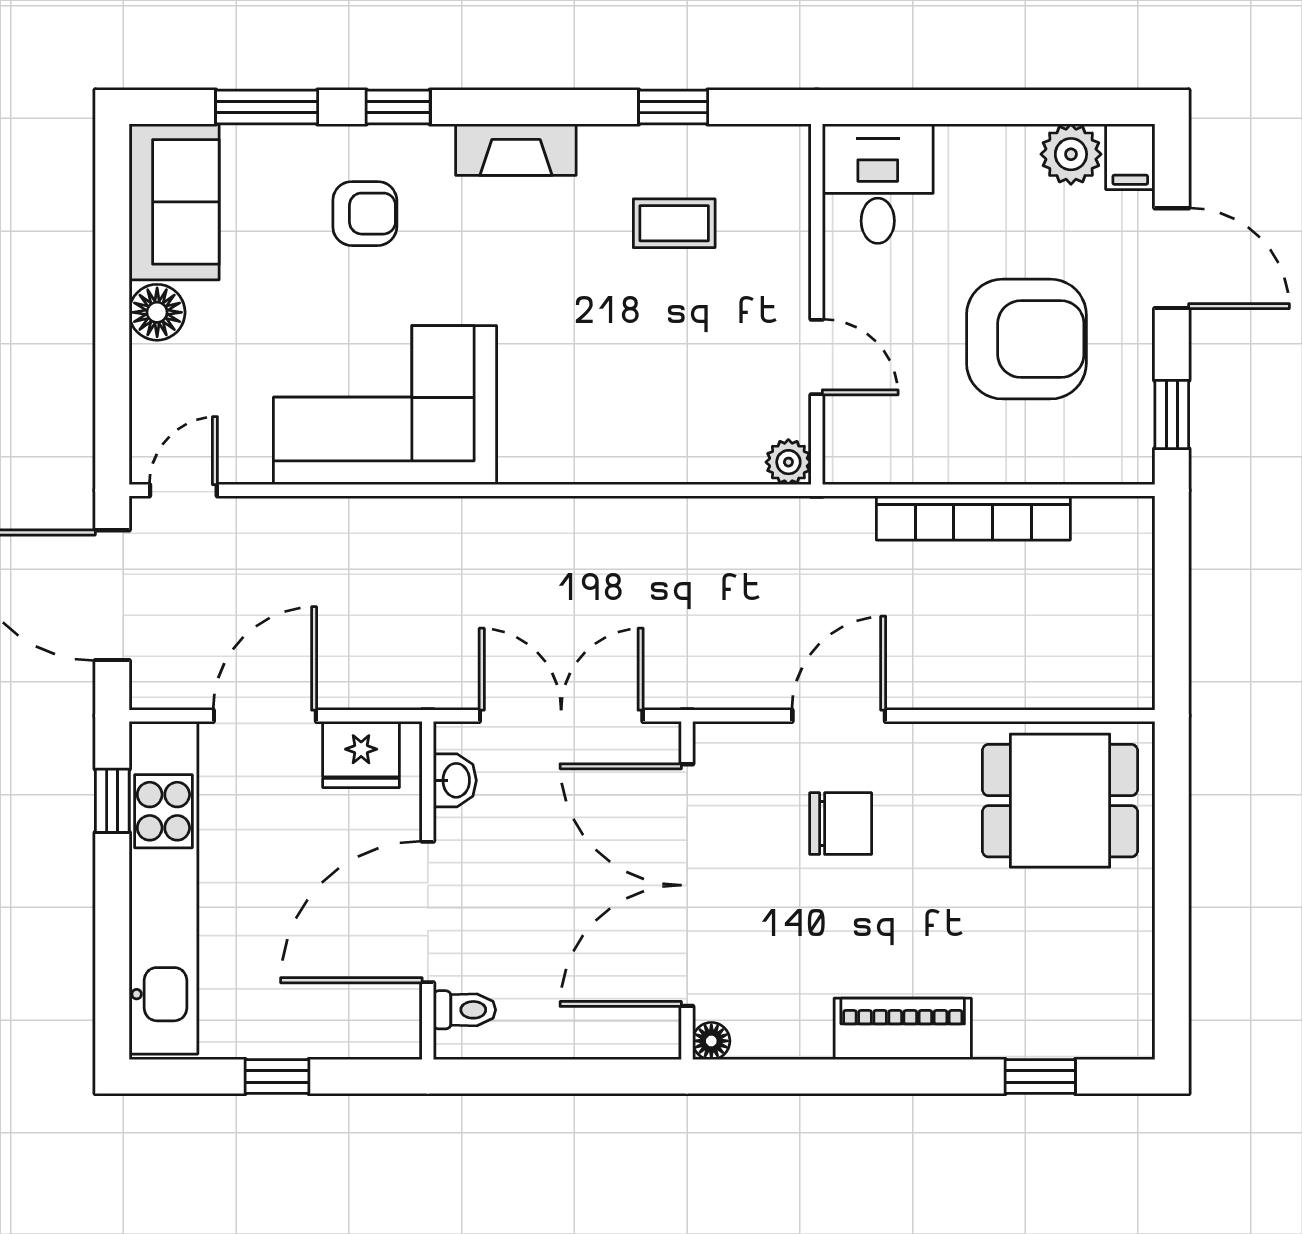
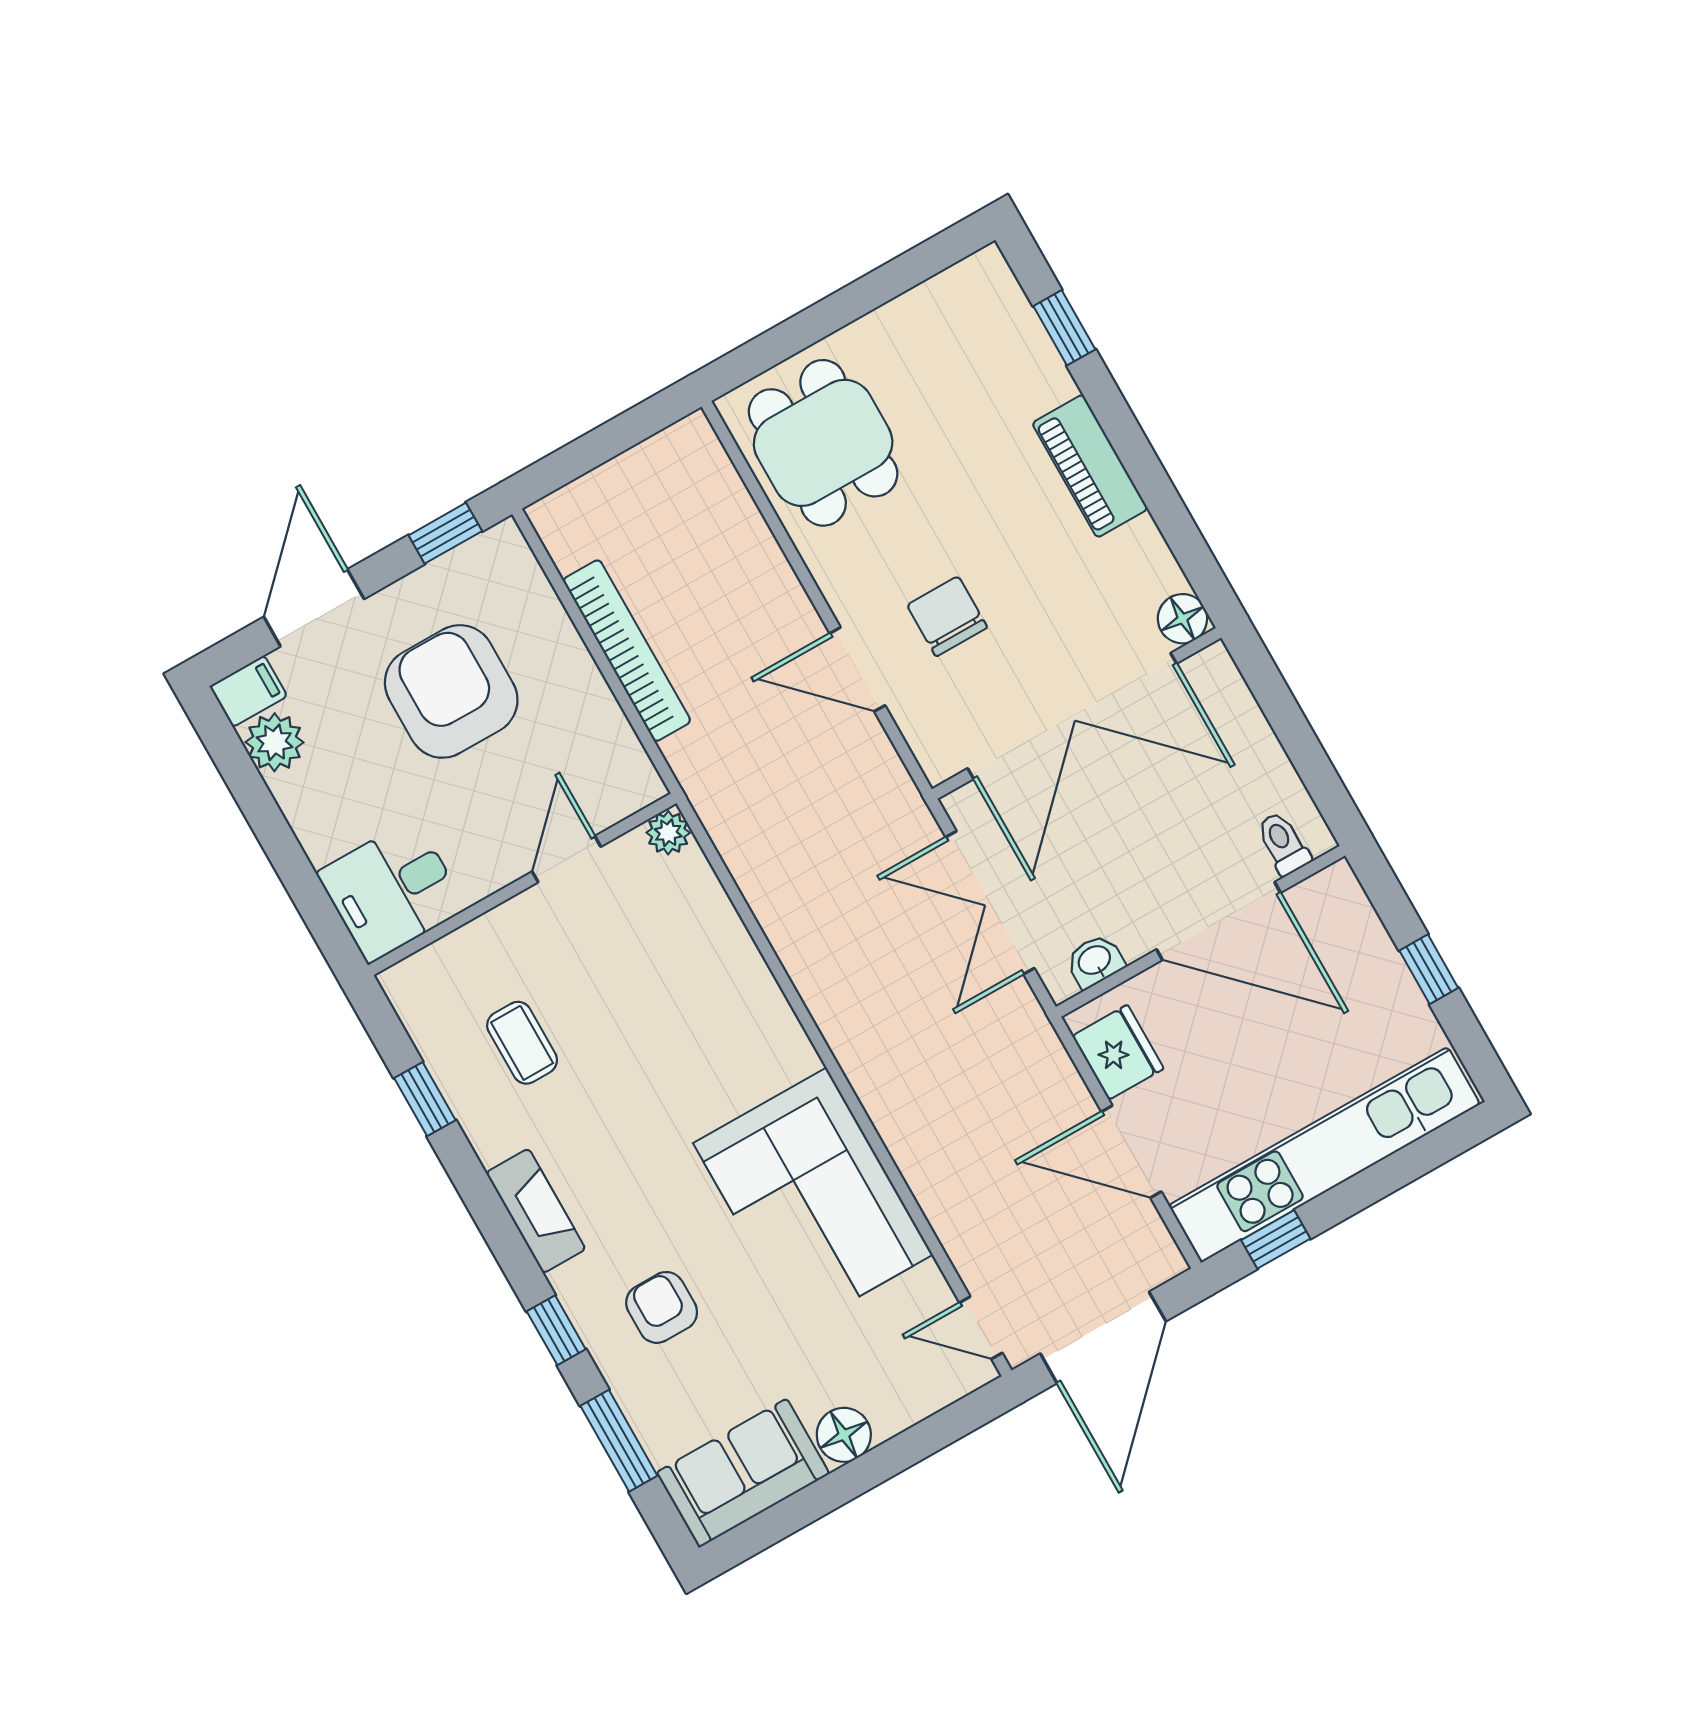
floor lamp: (711, 1041) -> (1182, 619), width x1.37, depth x1.37

